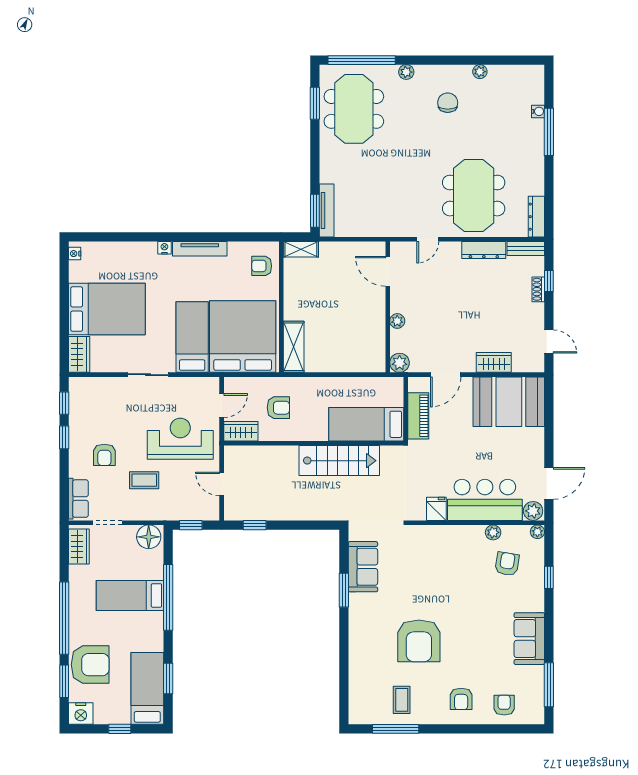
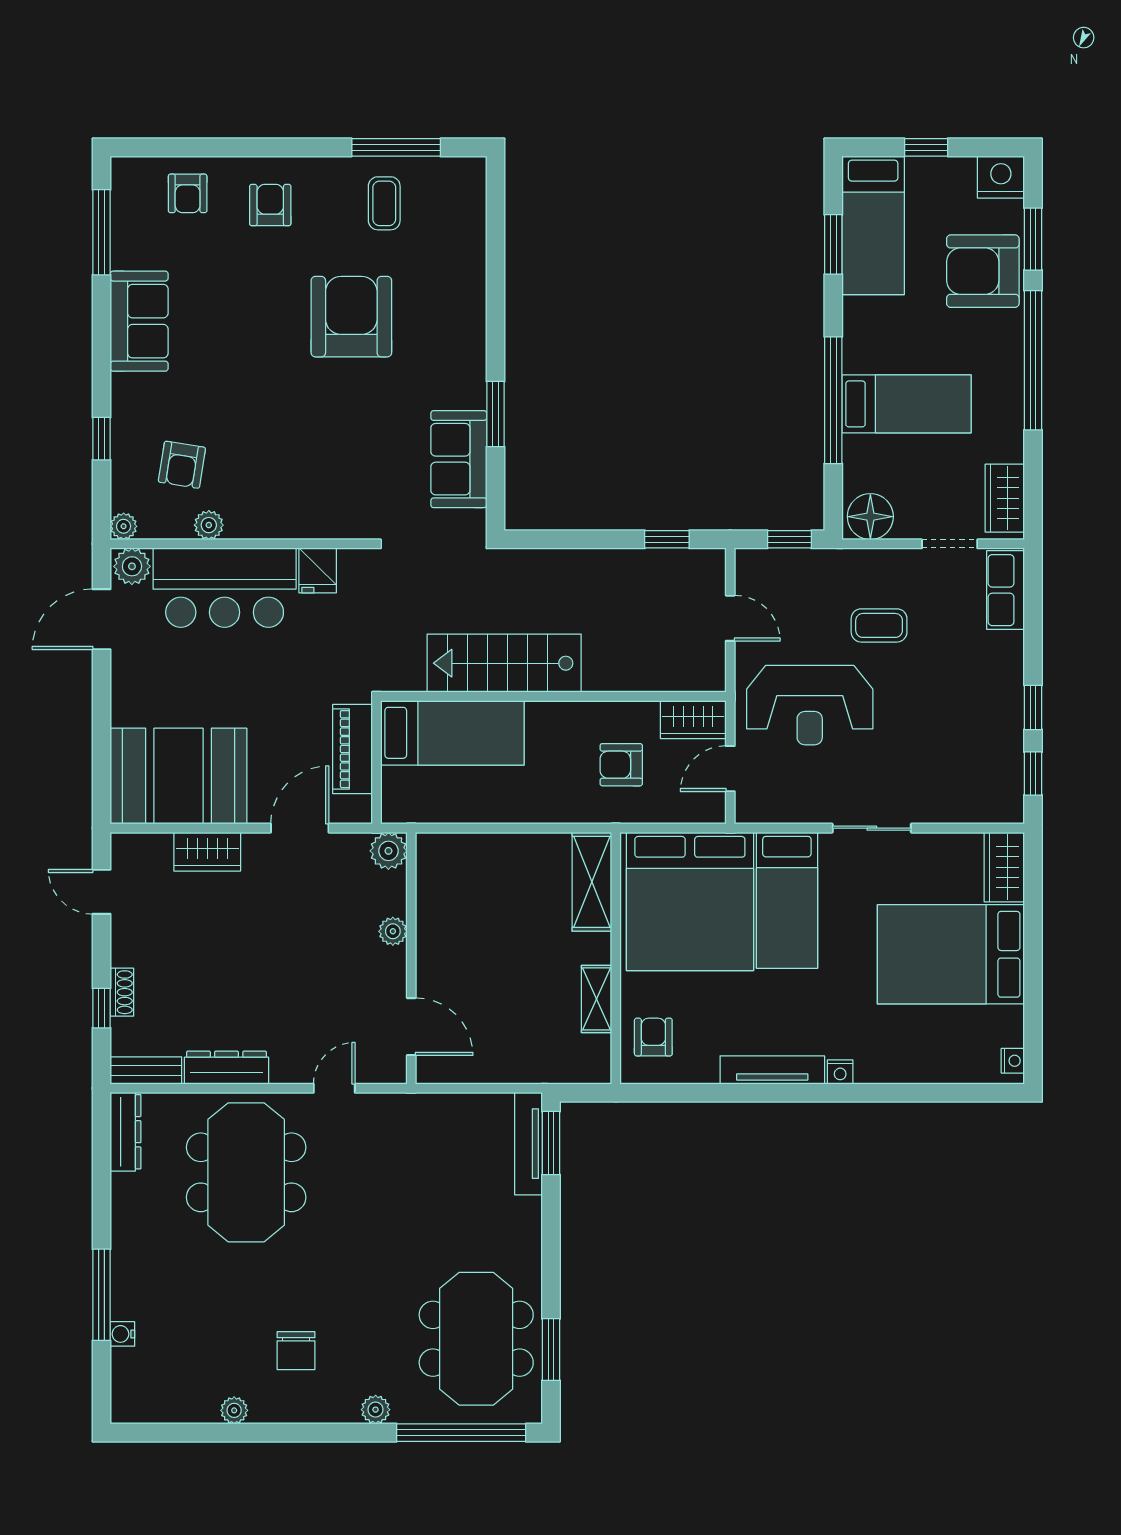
shelving: (301, 249) -> (597, 999), moved, turned 90
armchair: (262, 266) -> (653, 1037), turned -90
armchair: (104, 455) -> (955, 674), removed

